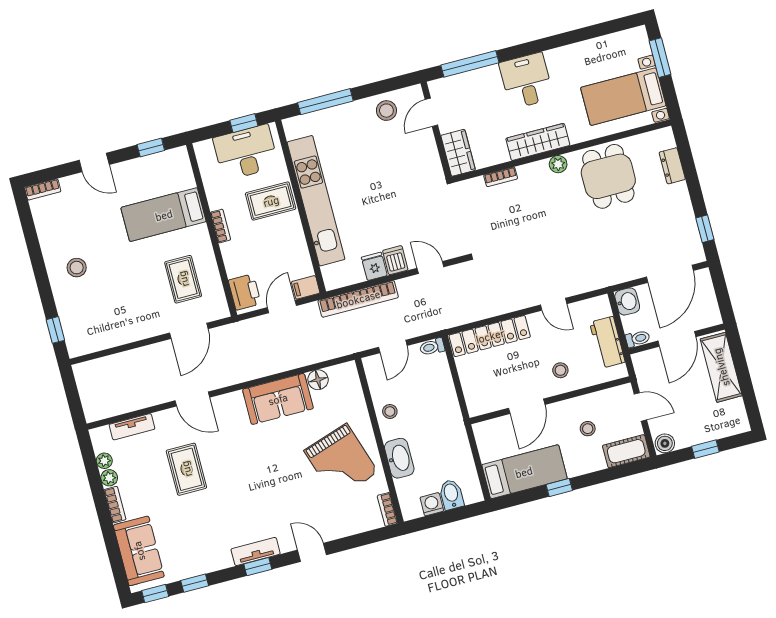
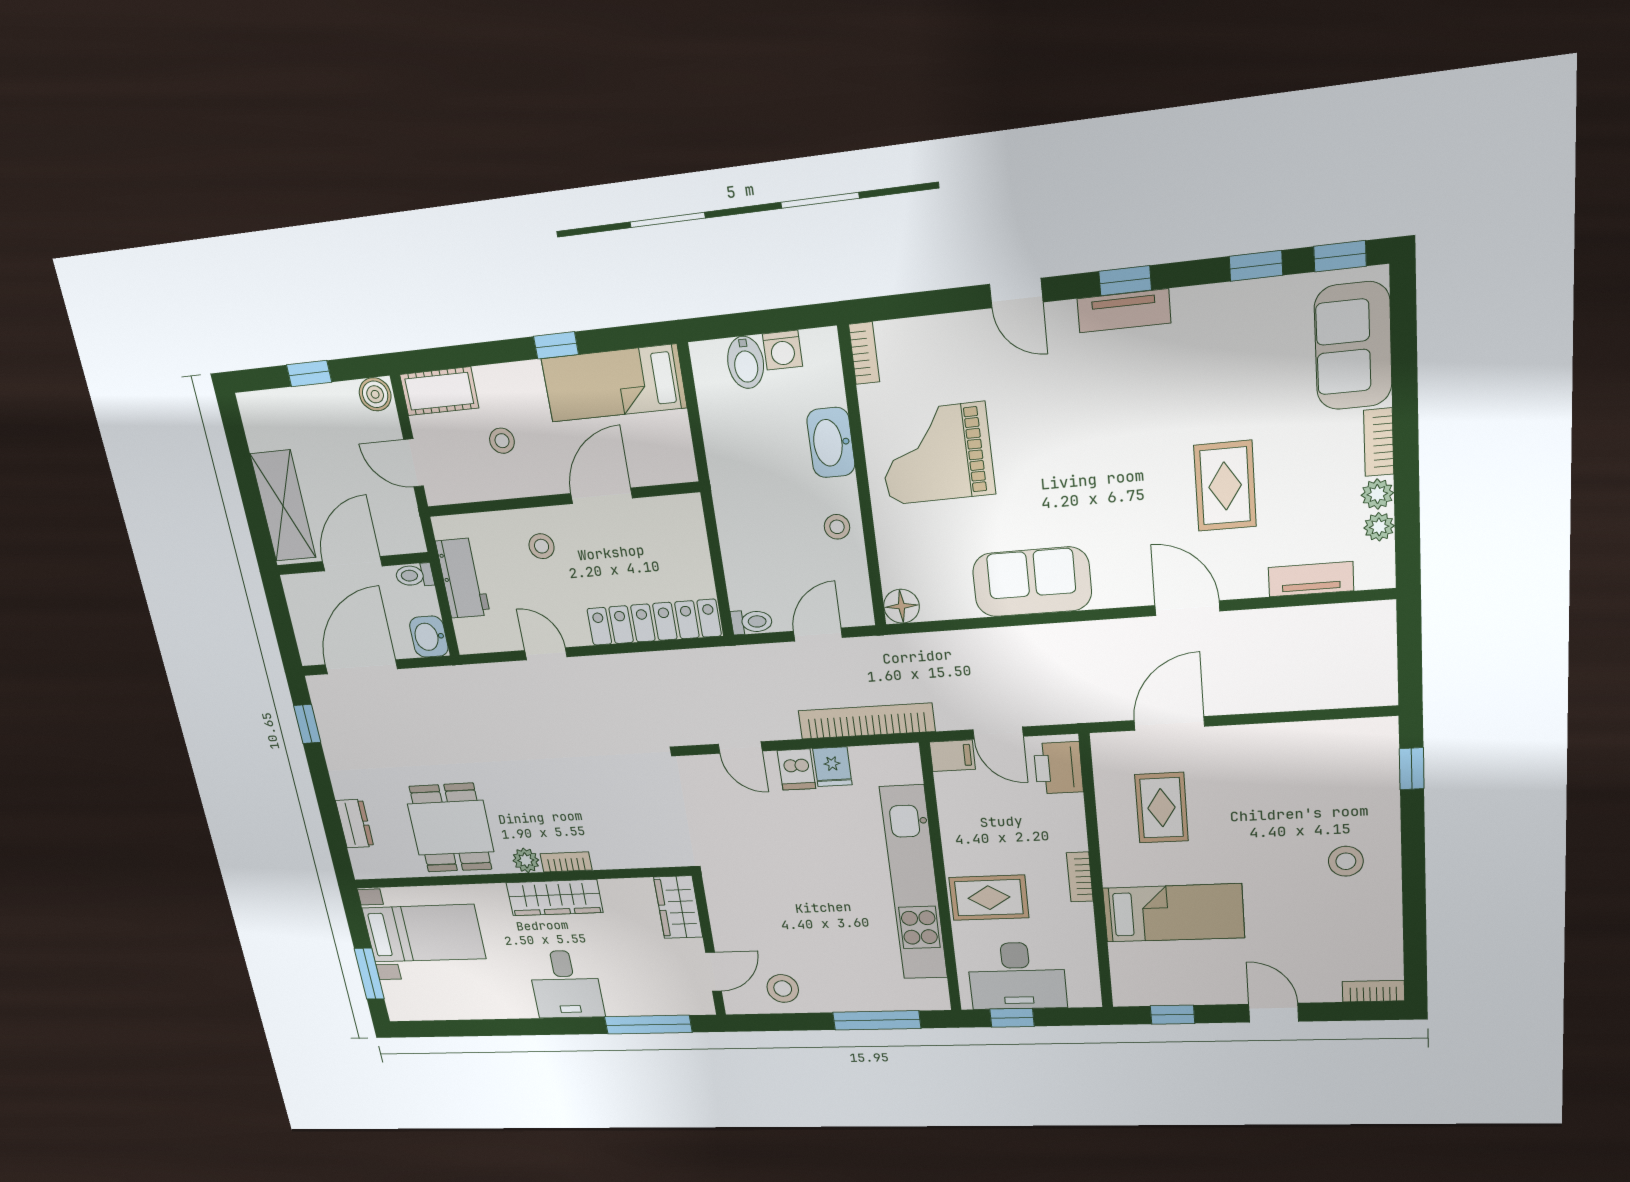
bookcase: (501, 177) -> (566, 862), moved
door: (282, 306) -> (998, 733), hinge flipped
floor lamp: (318, 380) -> (901, 606), moved
grand piano: (341, 461) -> (936, 454), turned -73

